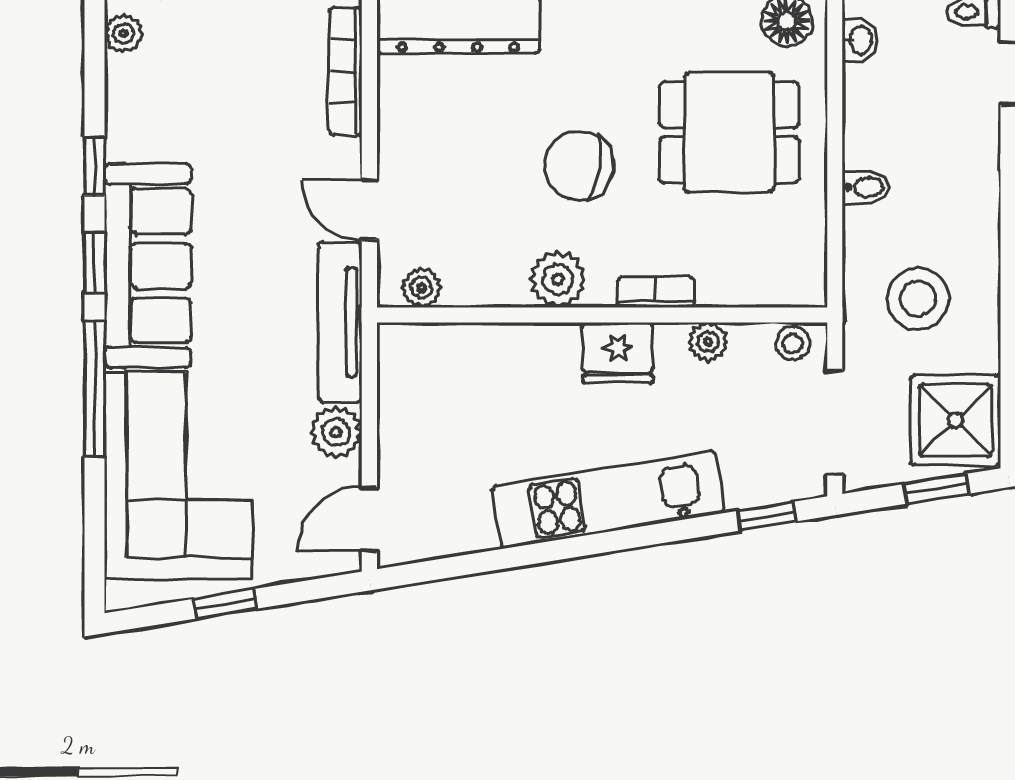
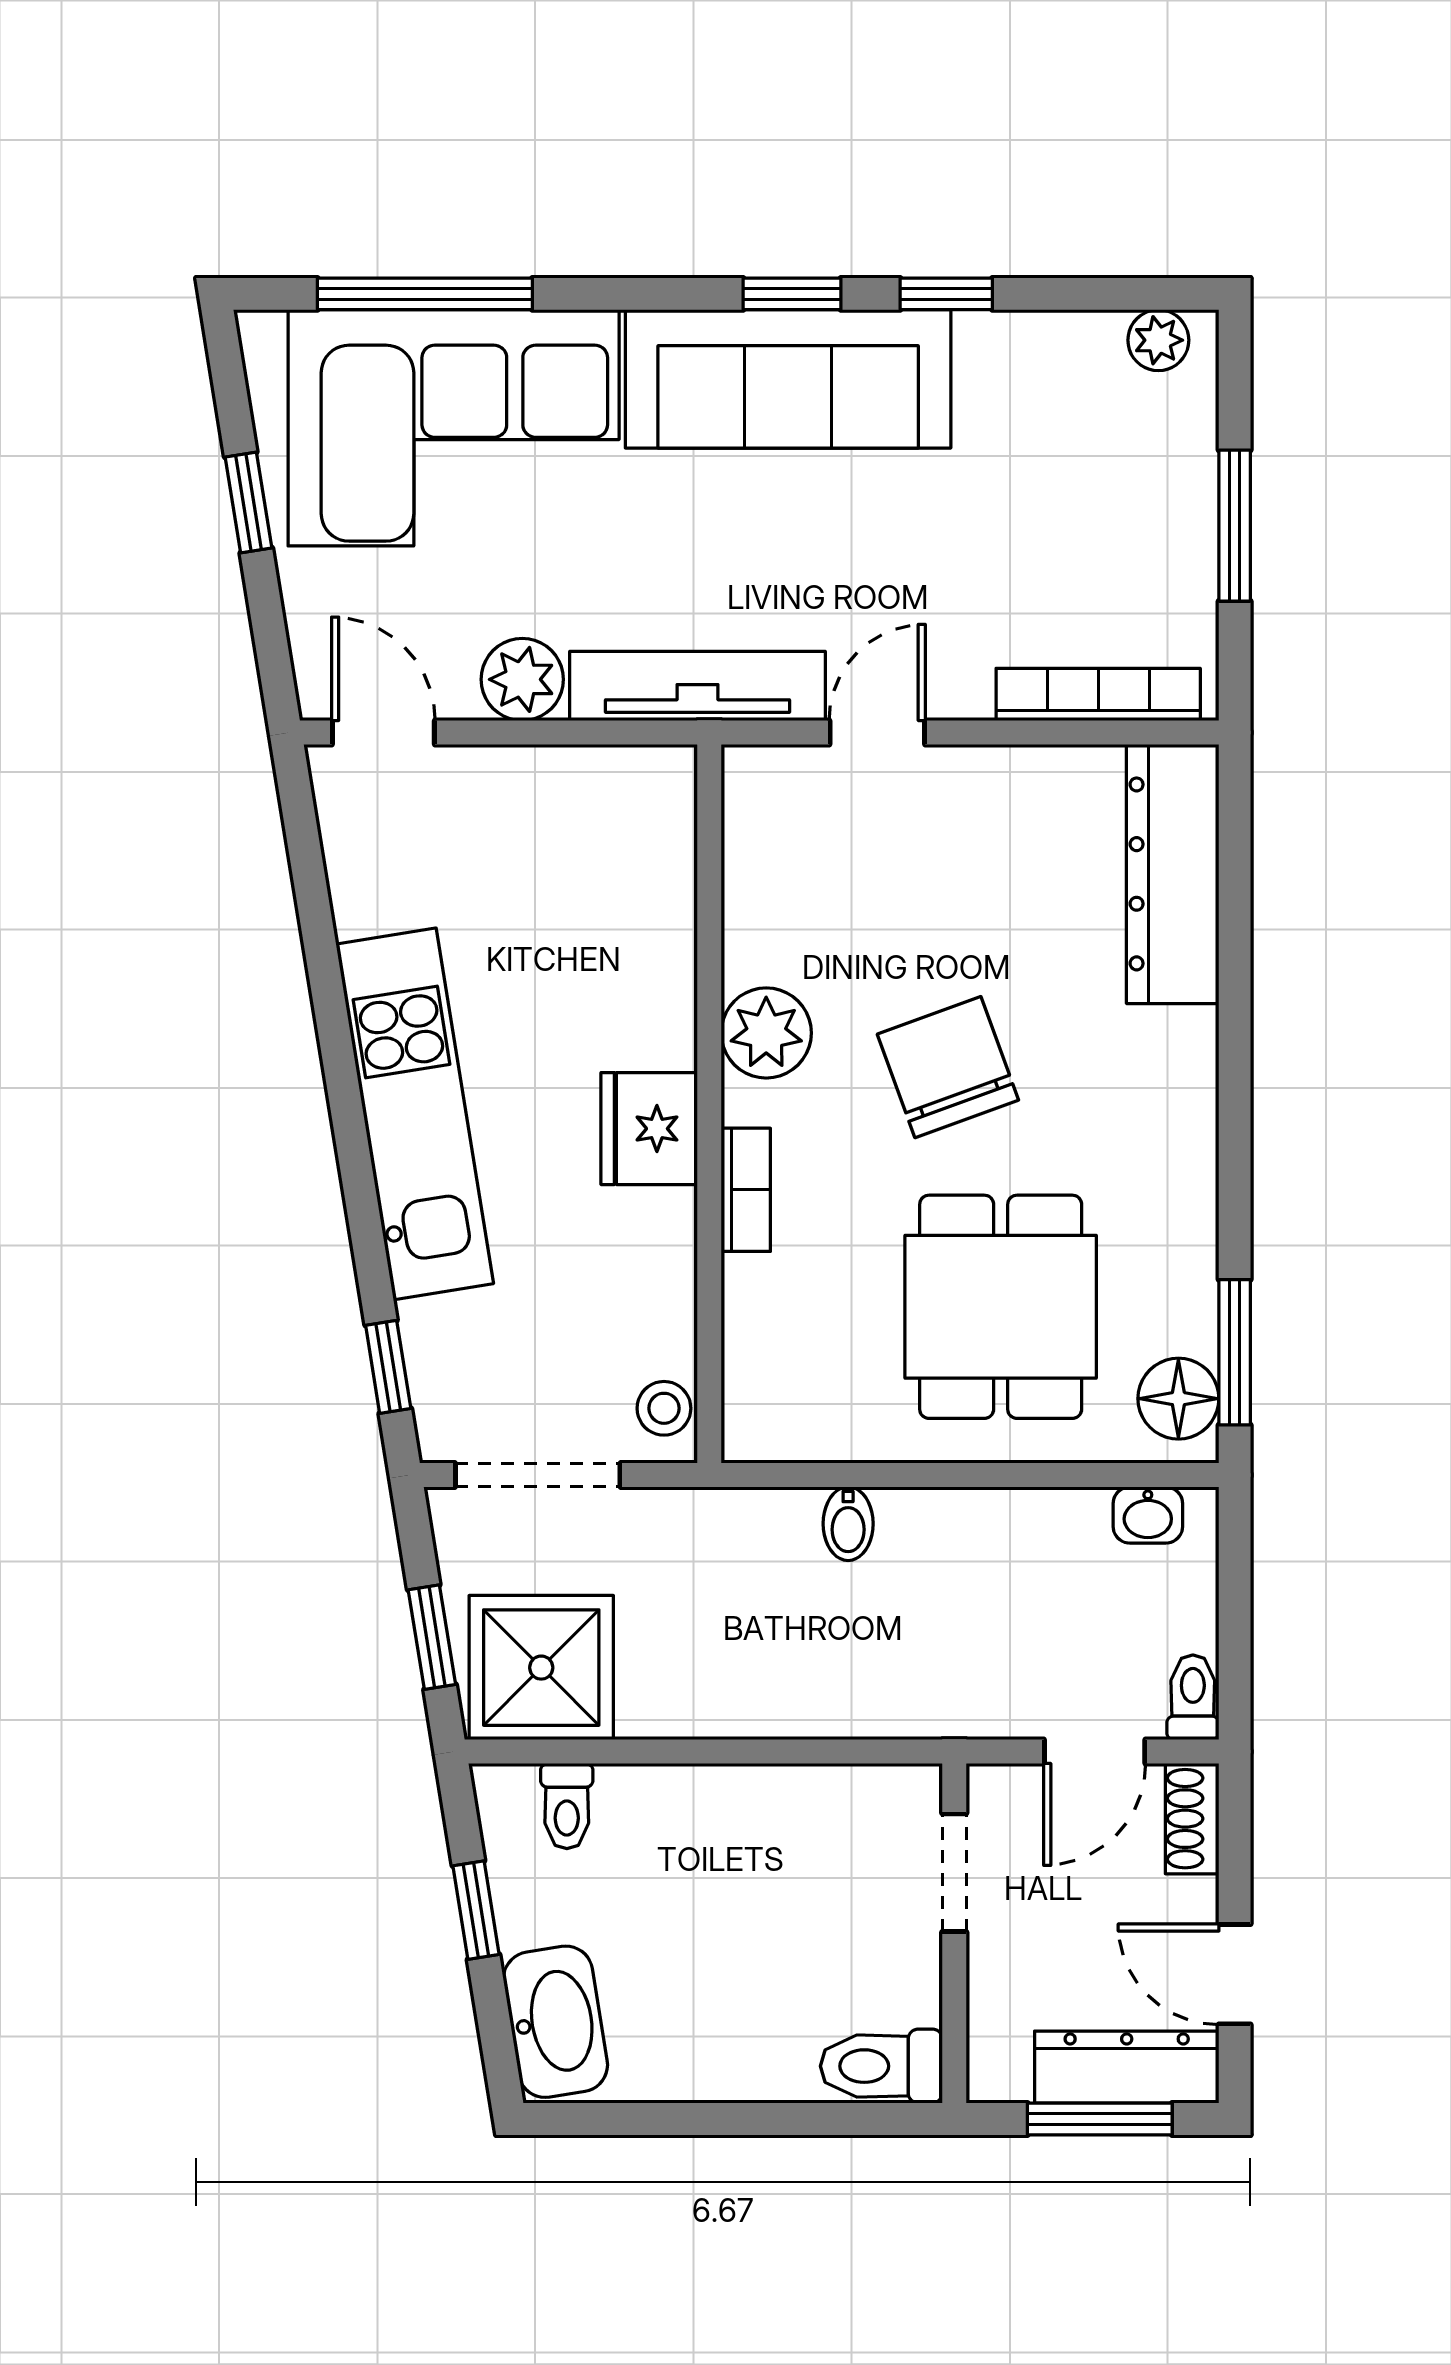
chair: (579, 165) -> (948, 1067), turned -30
bidet: (865, 187) -> (848, 1524), moved
plant: (422, 288) -> (753, 816), removed
stool: (918, 299) -> (735, 1608), removed
plant: (708, 342) -> (667, 1273), removed
window: (95, 389) -> (425, 294), moved

